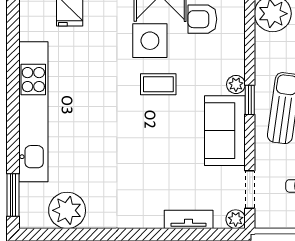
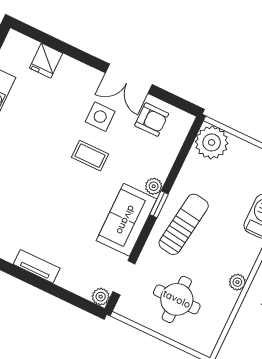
armchair: (202, 19) -> (152, 120), turned 180
side table: (150, 41) -> (100, 117), width x0.73, depth x0.73
tv unit: (189, 219) -> (37, 266), moved

